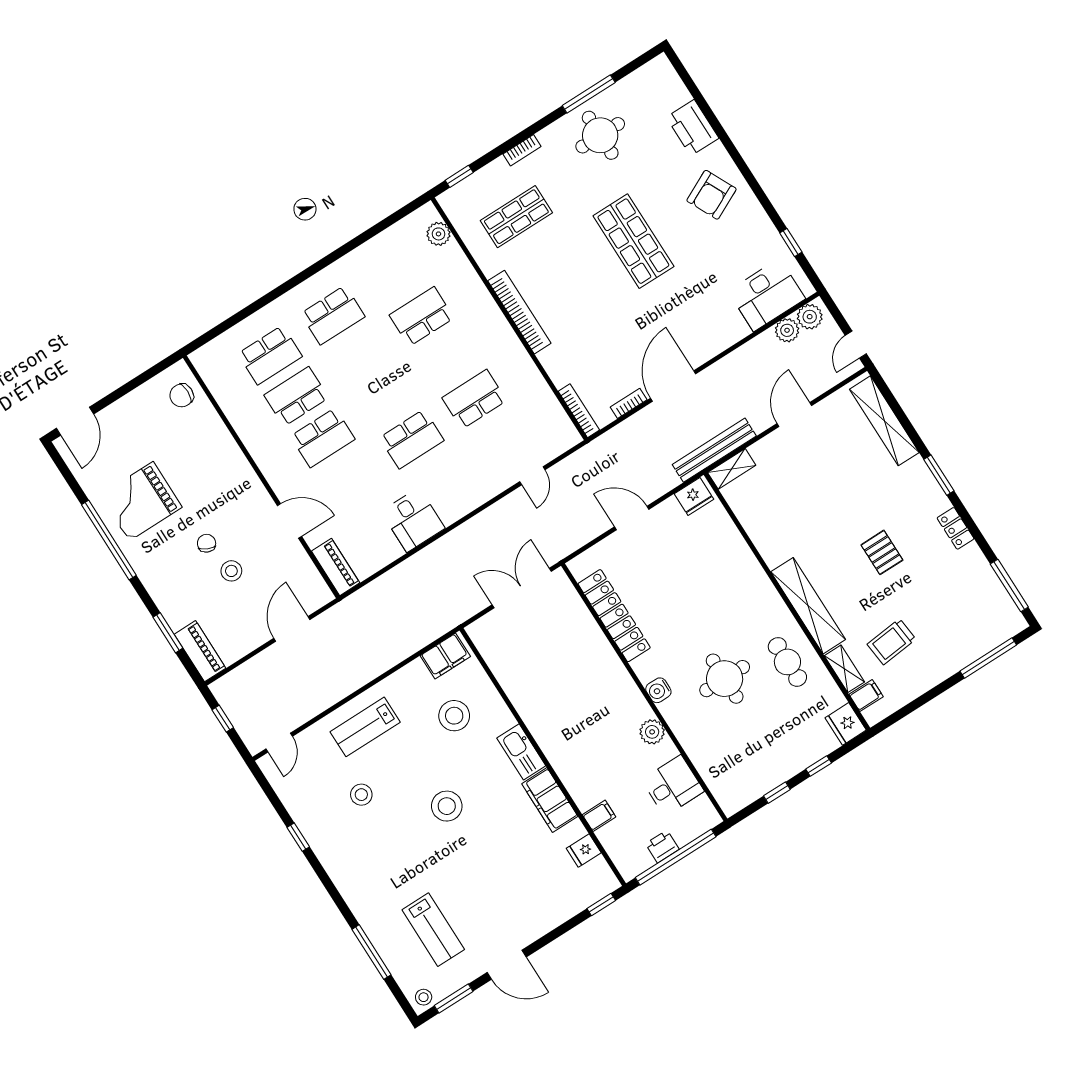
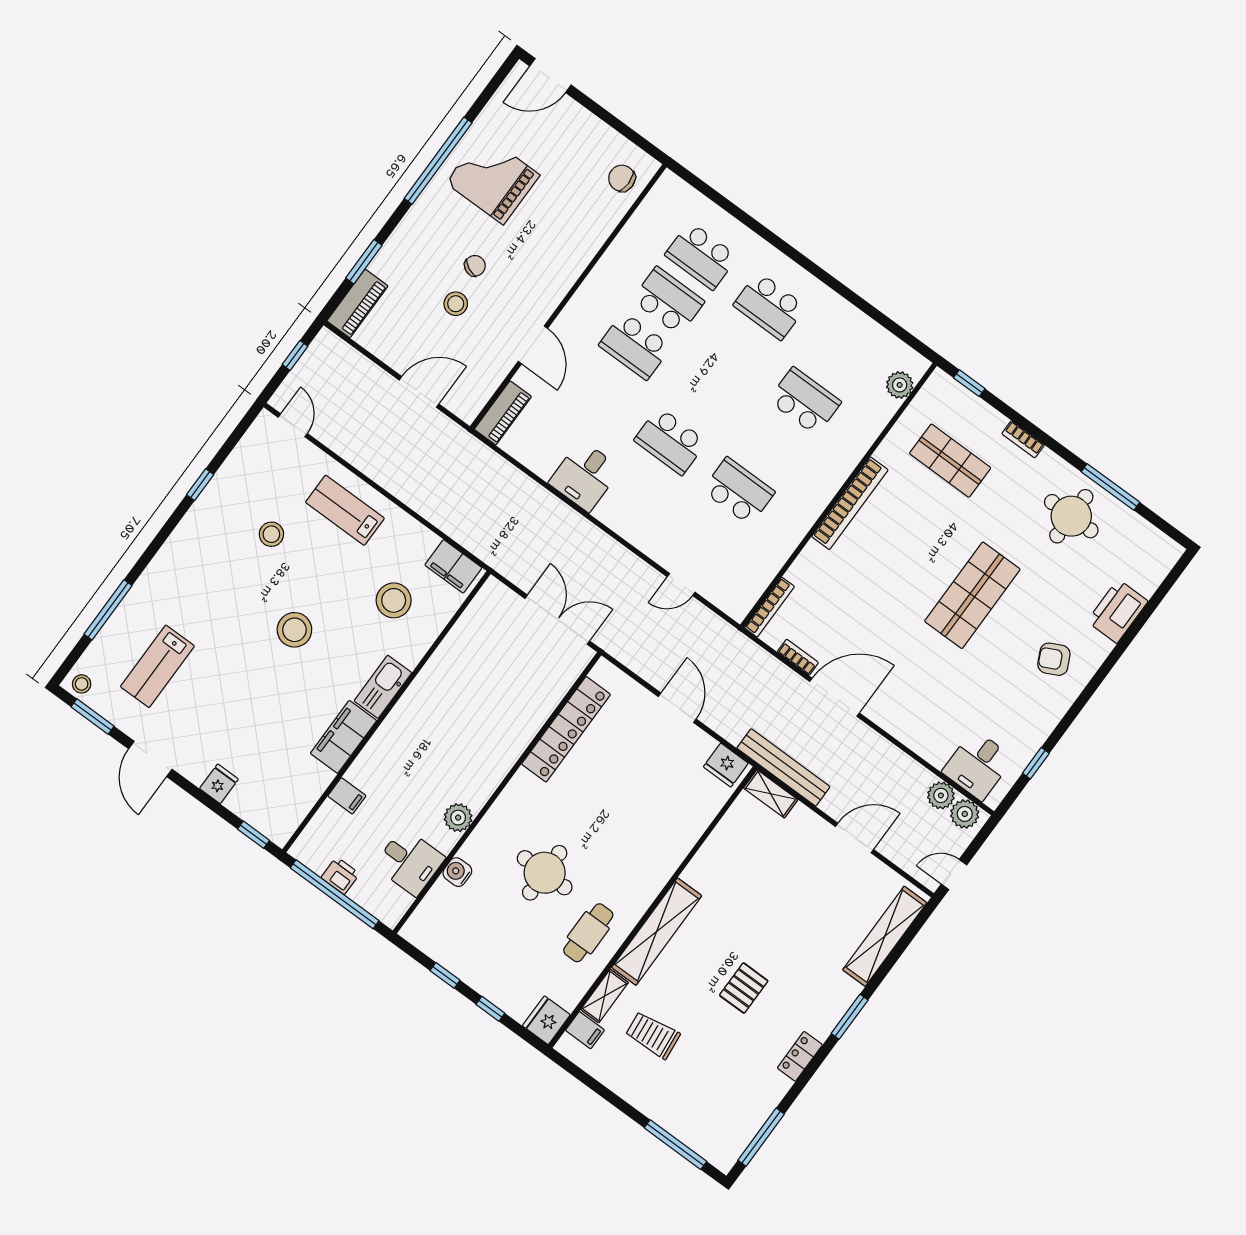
armchair: (711, 195) -> (1054, 659), width x0.72, depth x0.72
desk: (767, 295) -> (978, 765), width x0.73
water cooler: (658, 690) -> (457, 872), moved
door: (279, 743) -> (293, 425), swing flipped
fridge: (584, 850) -> (219, 784), moved, turned 90

